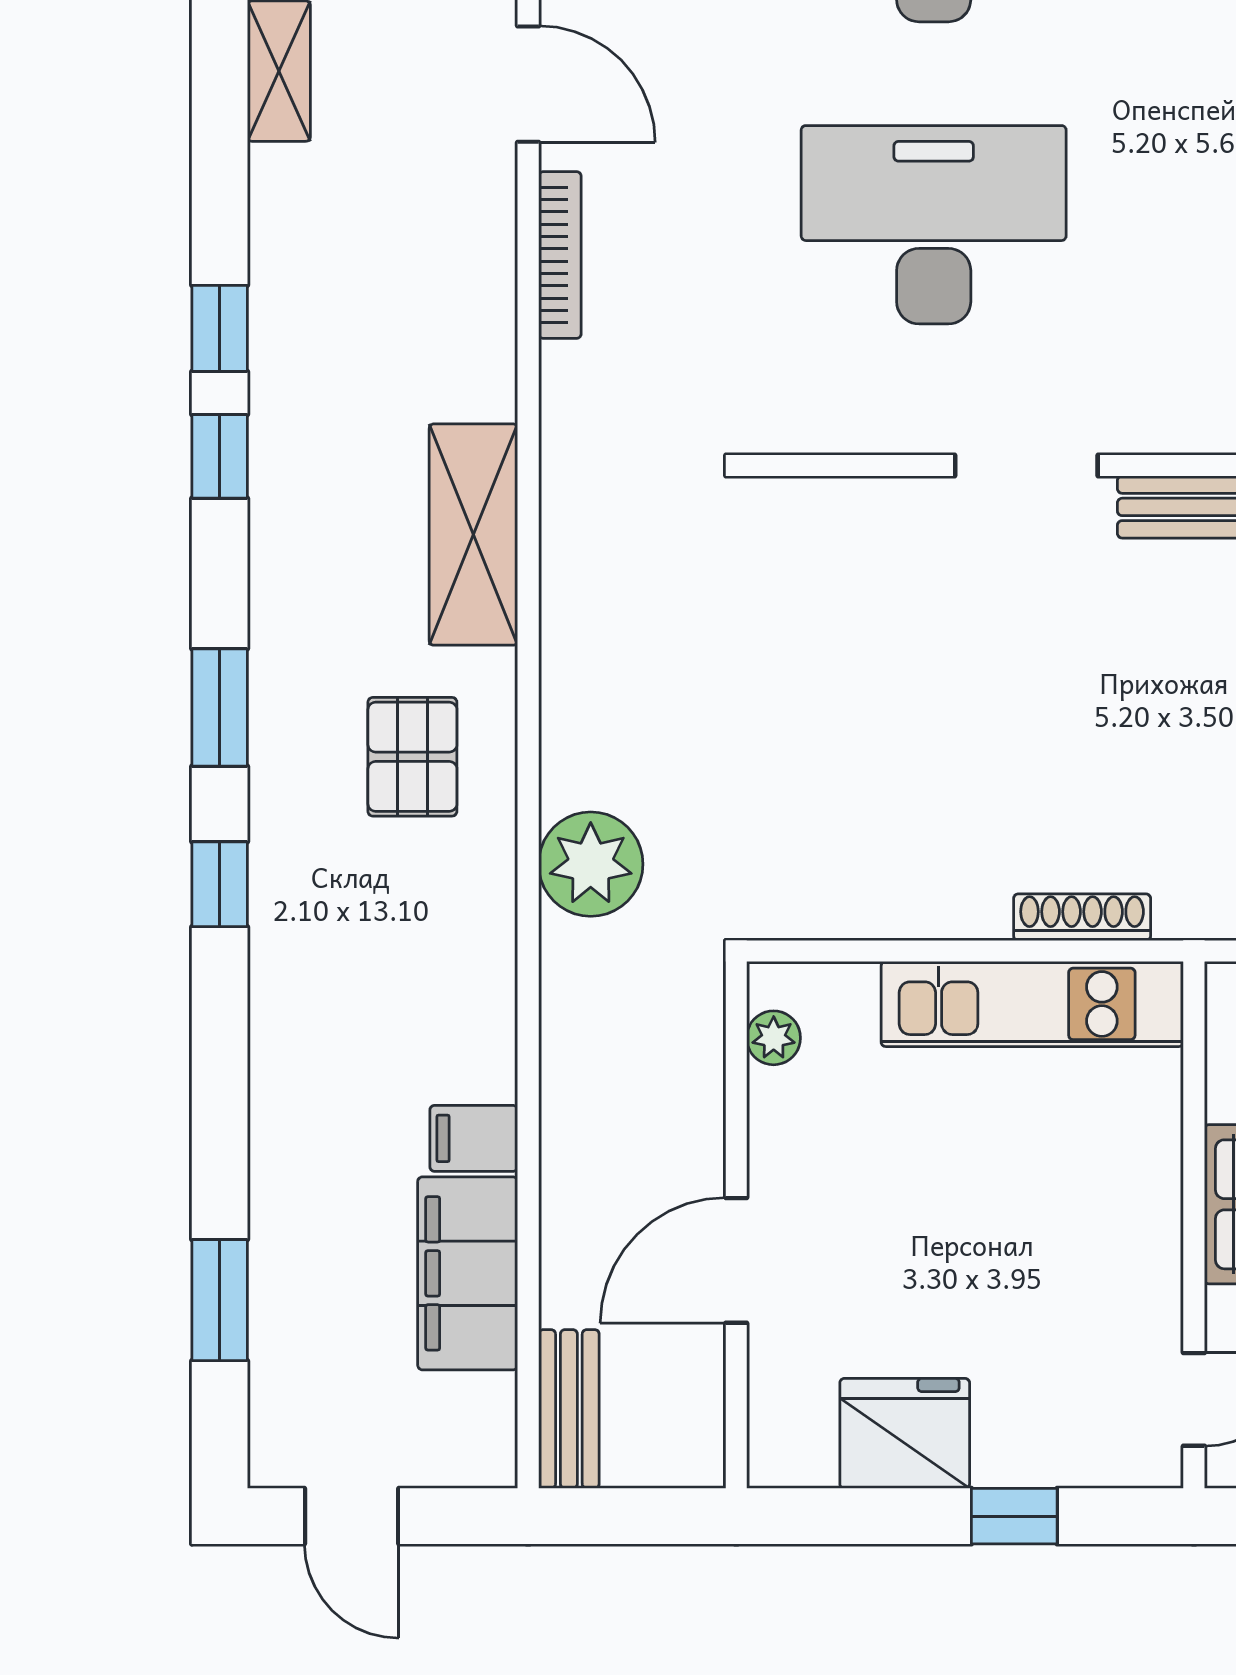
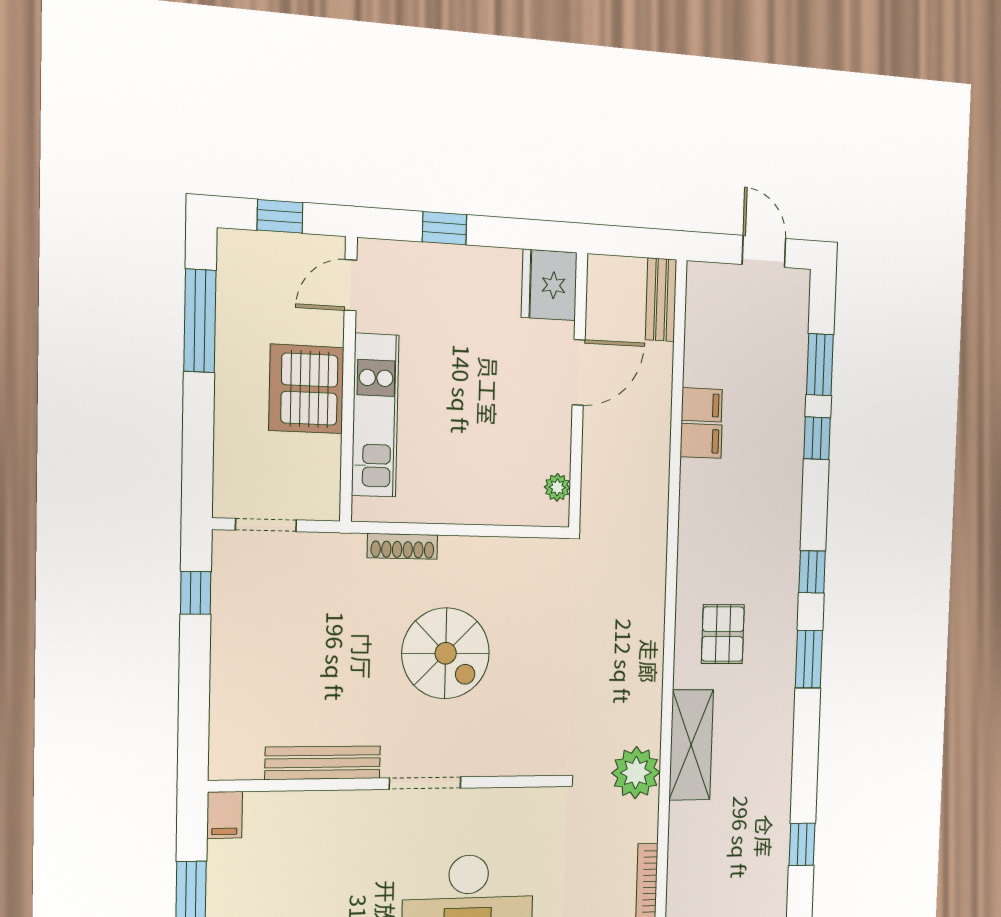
window: (220, 456) -> (817, 438), moved
spiral stairs: (991, 715) -> (446, 653), added
plant: (591, 864) -> (636, 773), moved
kitchen unit: (1032, 1004) -> (375, 415), moved, turned 90
filing cabinet: (468, 1273) -> (702, 405), width x0.33, depth x0.86
fridge: (905, 1433) -> (549, 285), moved, turned 90

